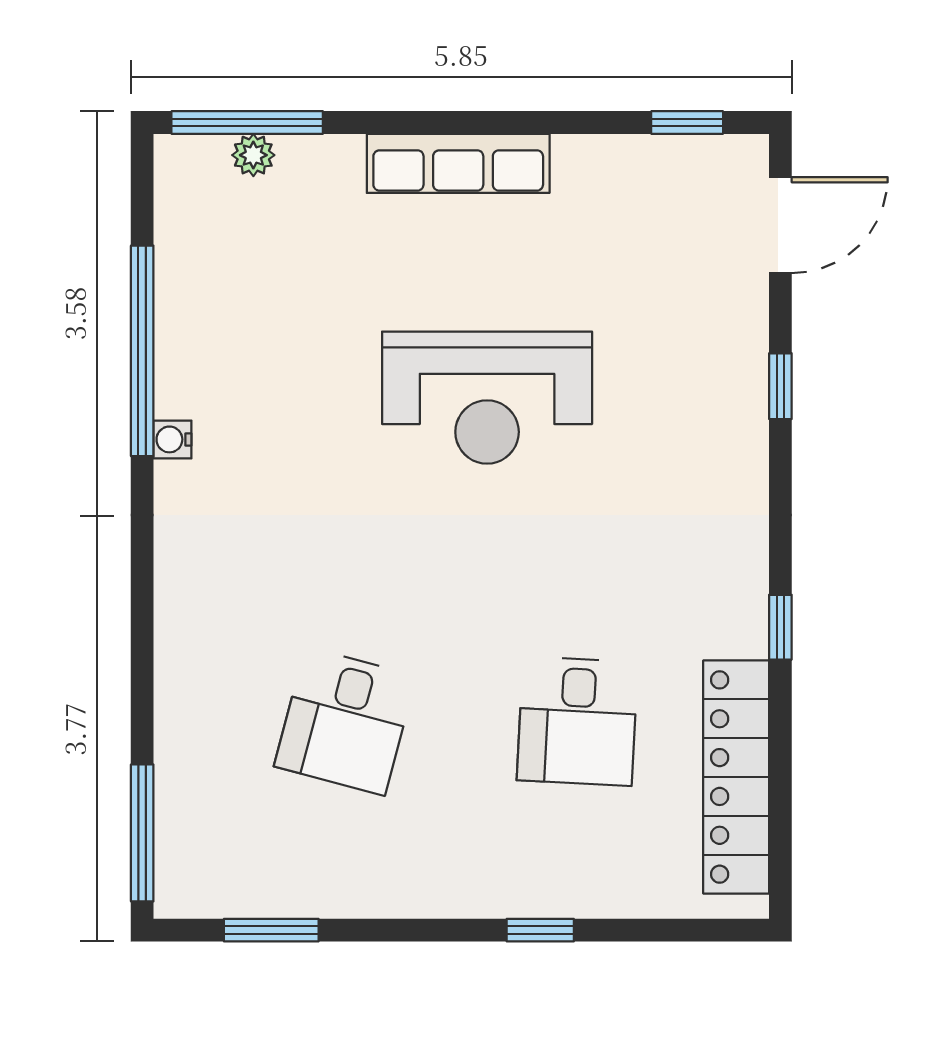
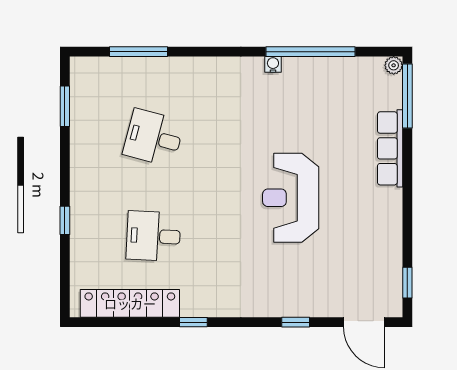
plant: (253, 155) -> (394, 65), moved
row of seats: (458, 163) -> (390, 148), moved
window: (142, 833) -> (139, 52), moved

